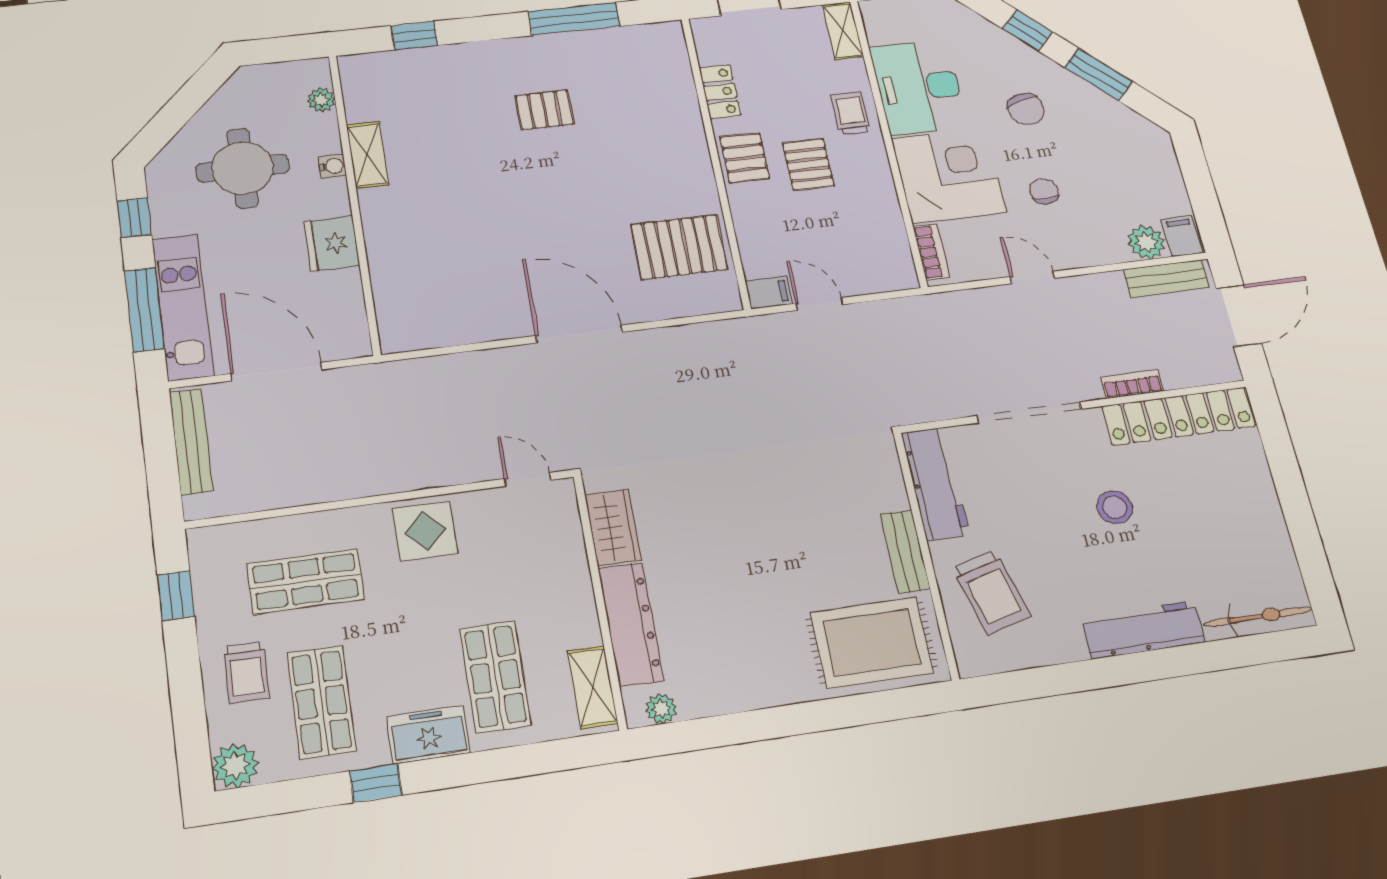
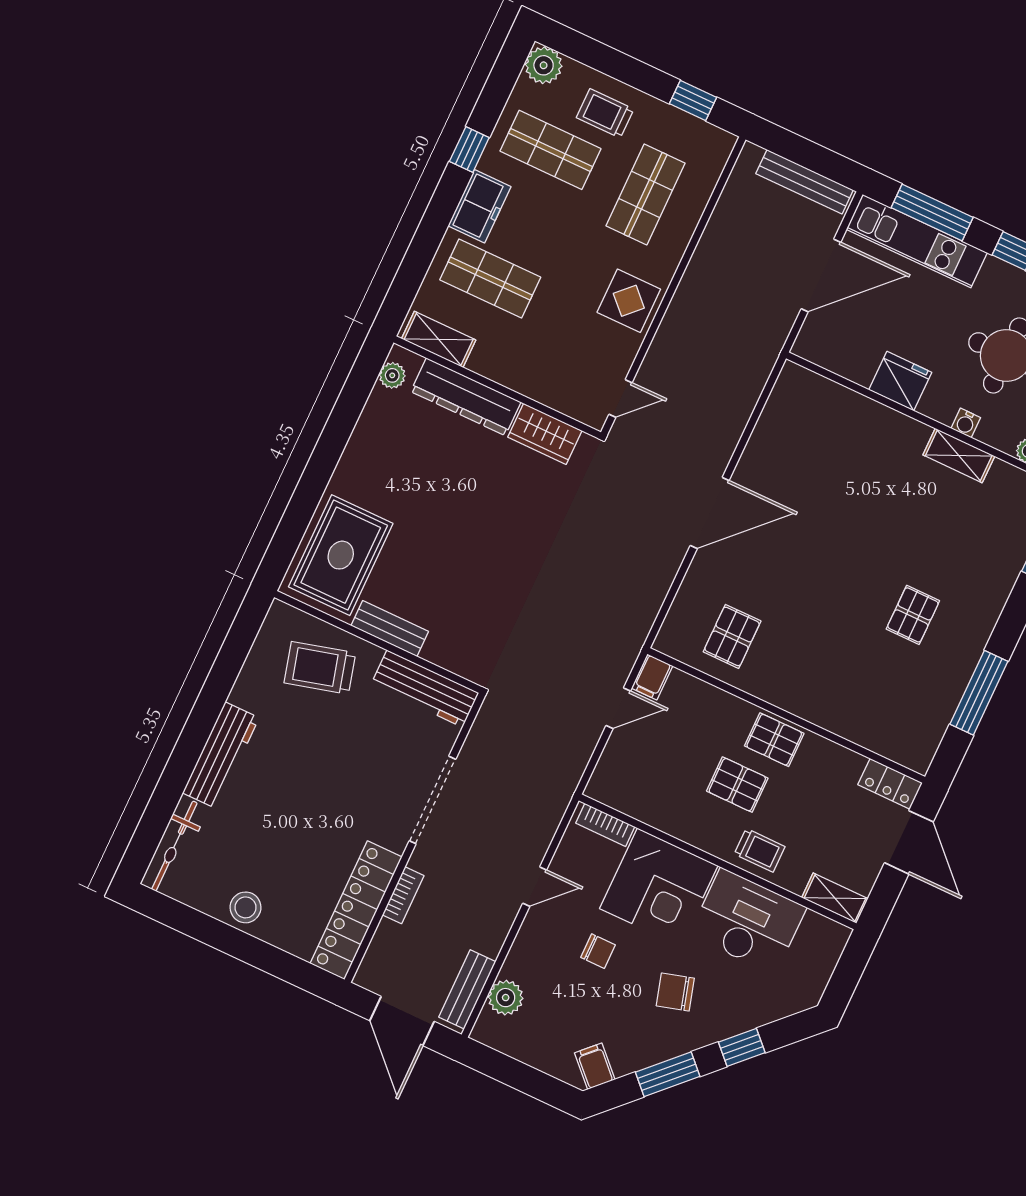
locker: (720, 92) -> (890, 784), moved
filing cabinet: (1182, 236) -> (595, 1066), moved, turned -135
pallet: (679, 247) -> (732, 636), width x0.67, depth x0.71
stool: (1115, 507) -> (245, 907), moved

